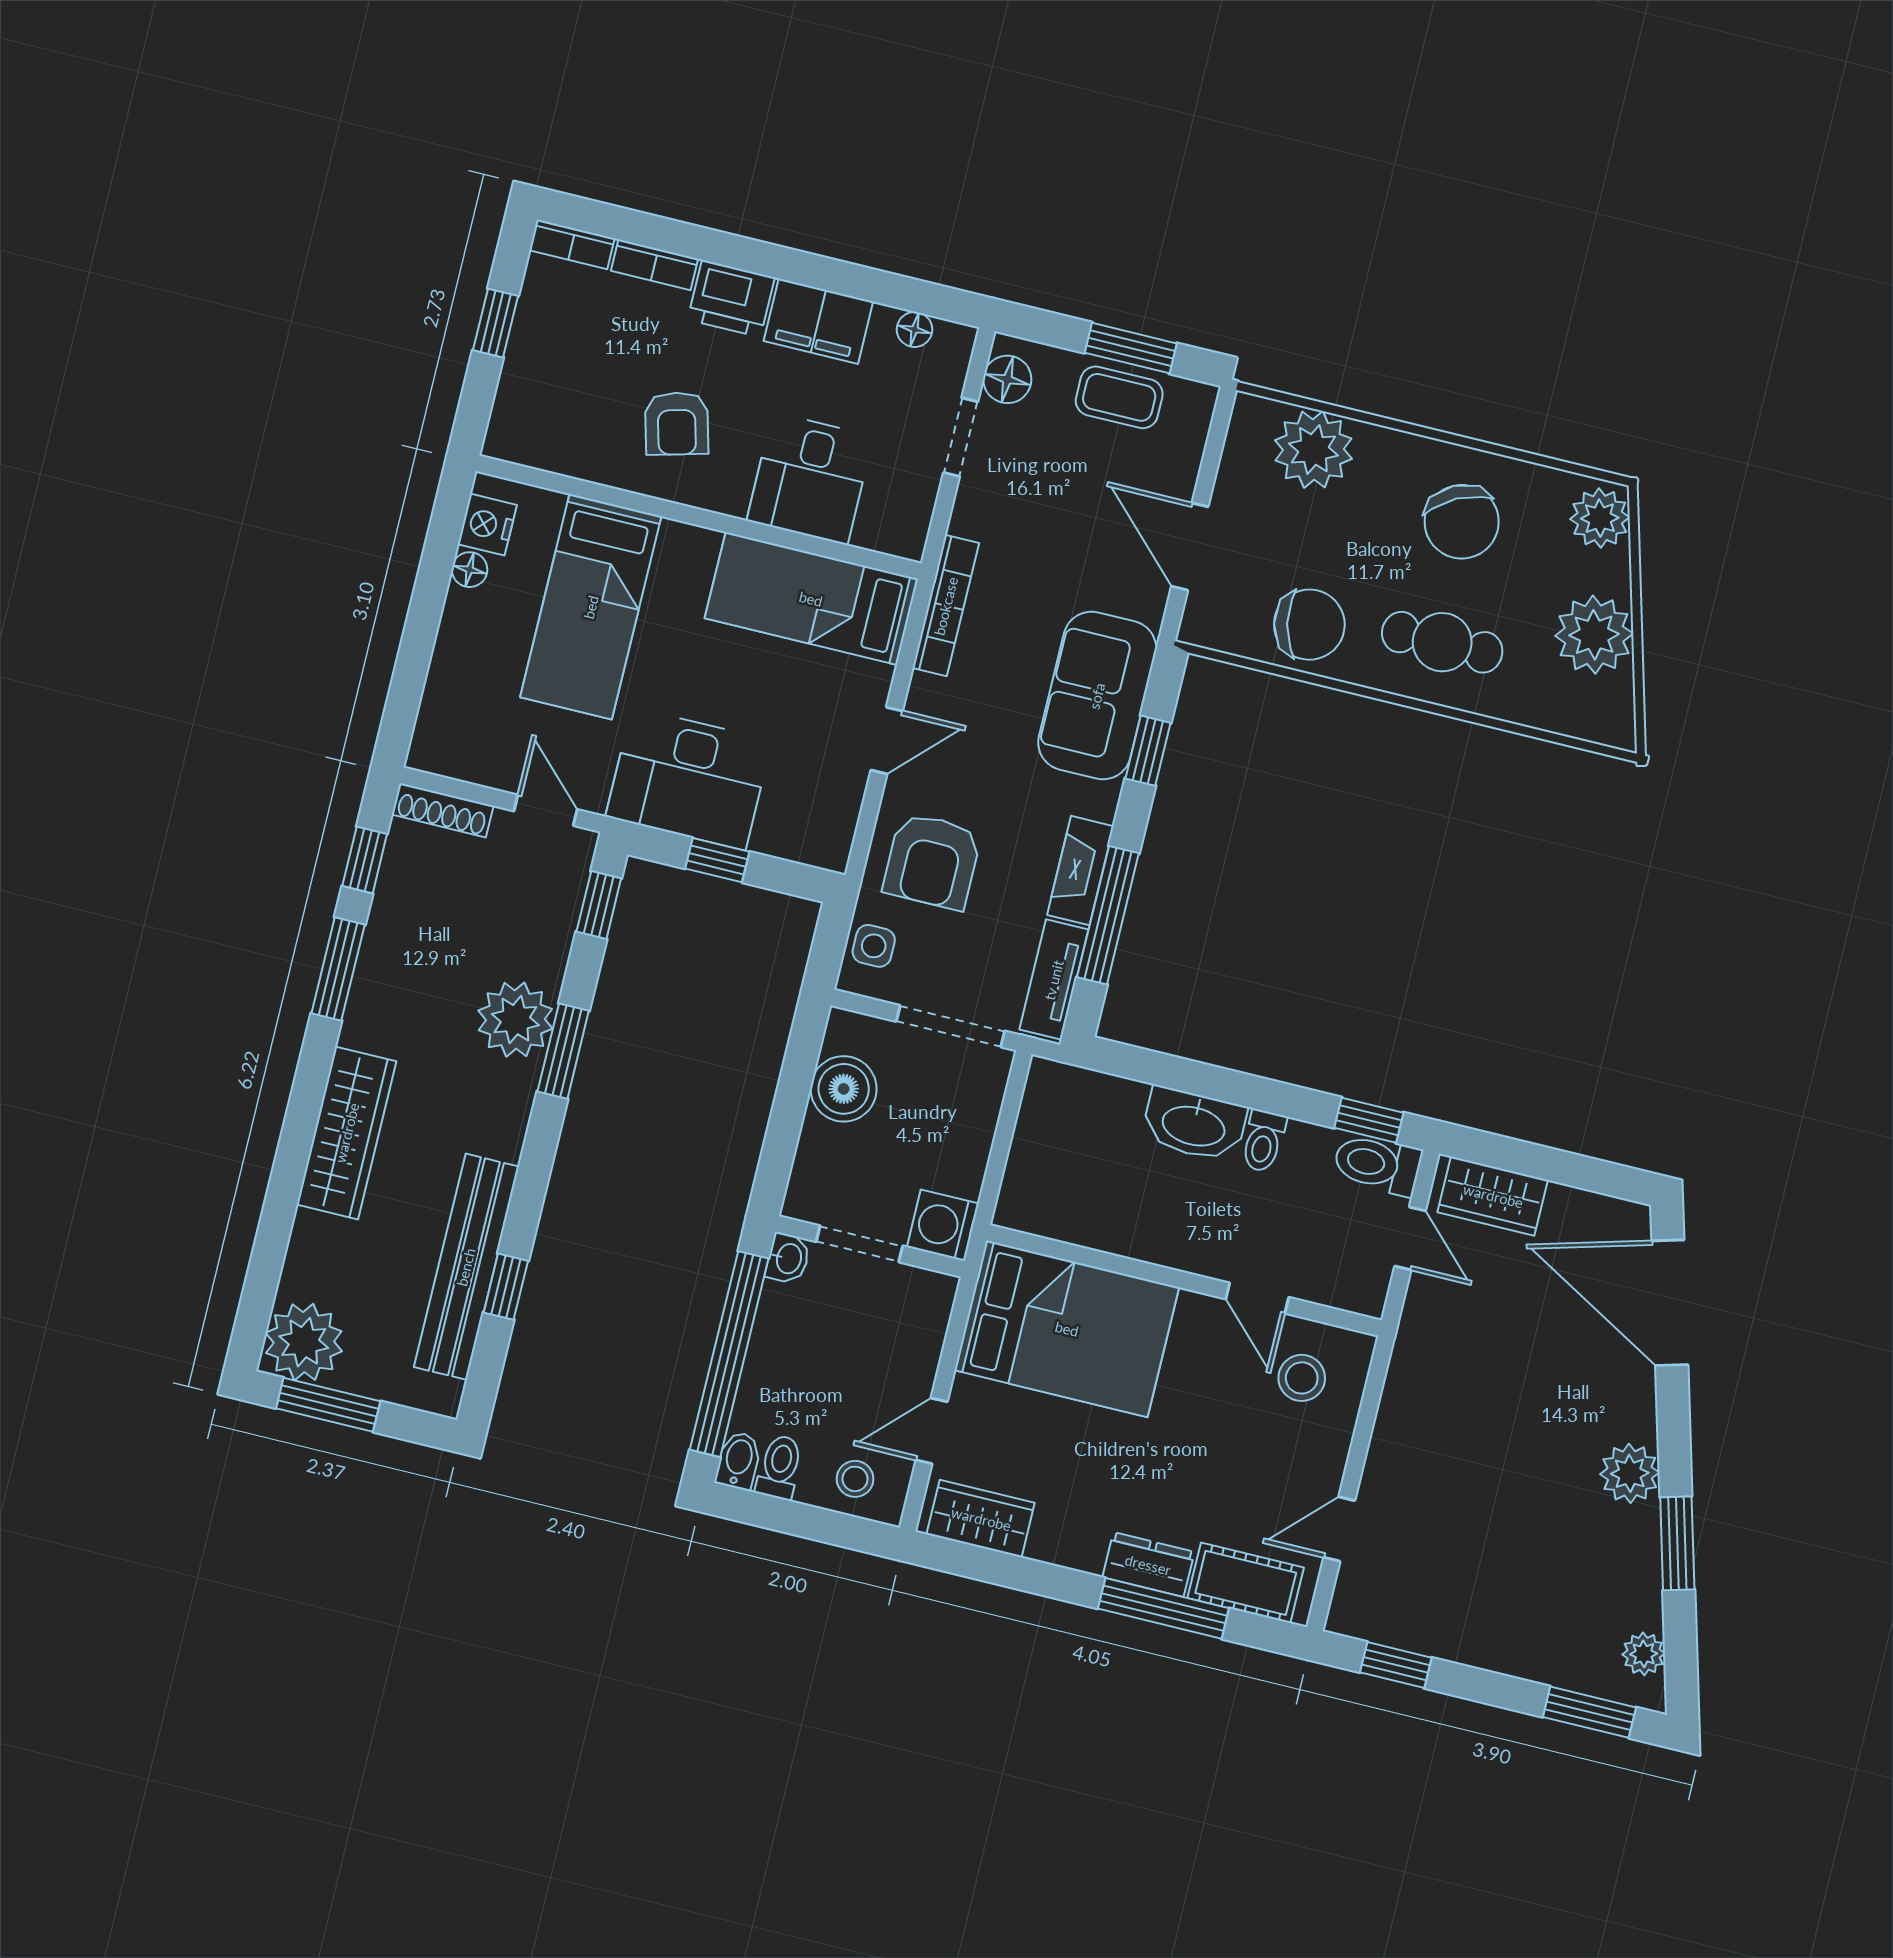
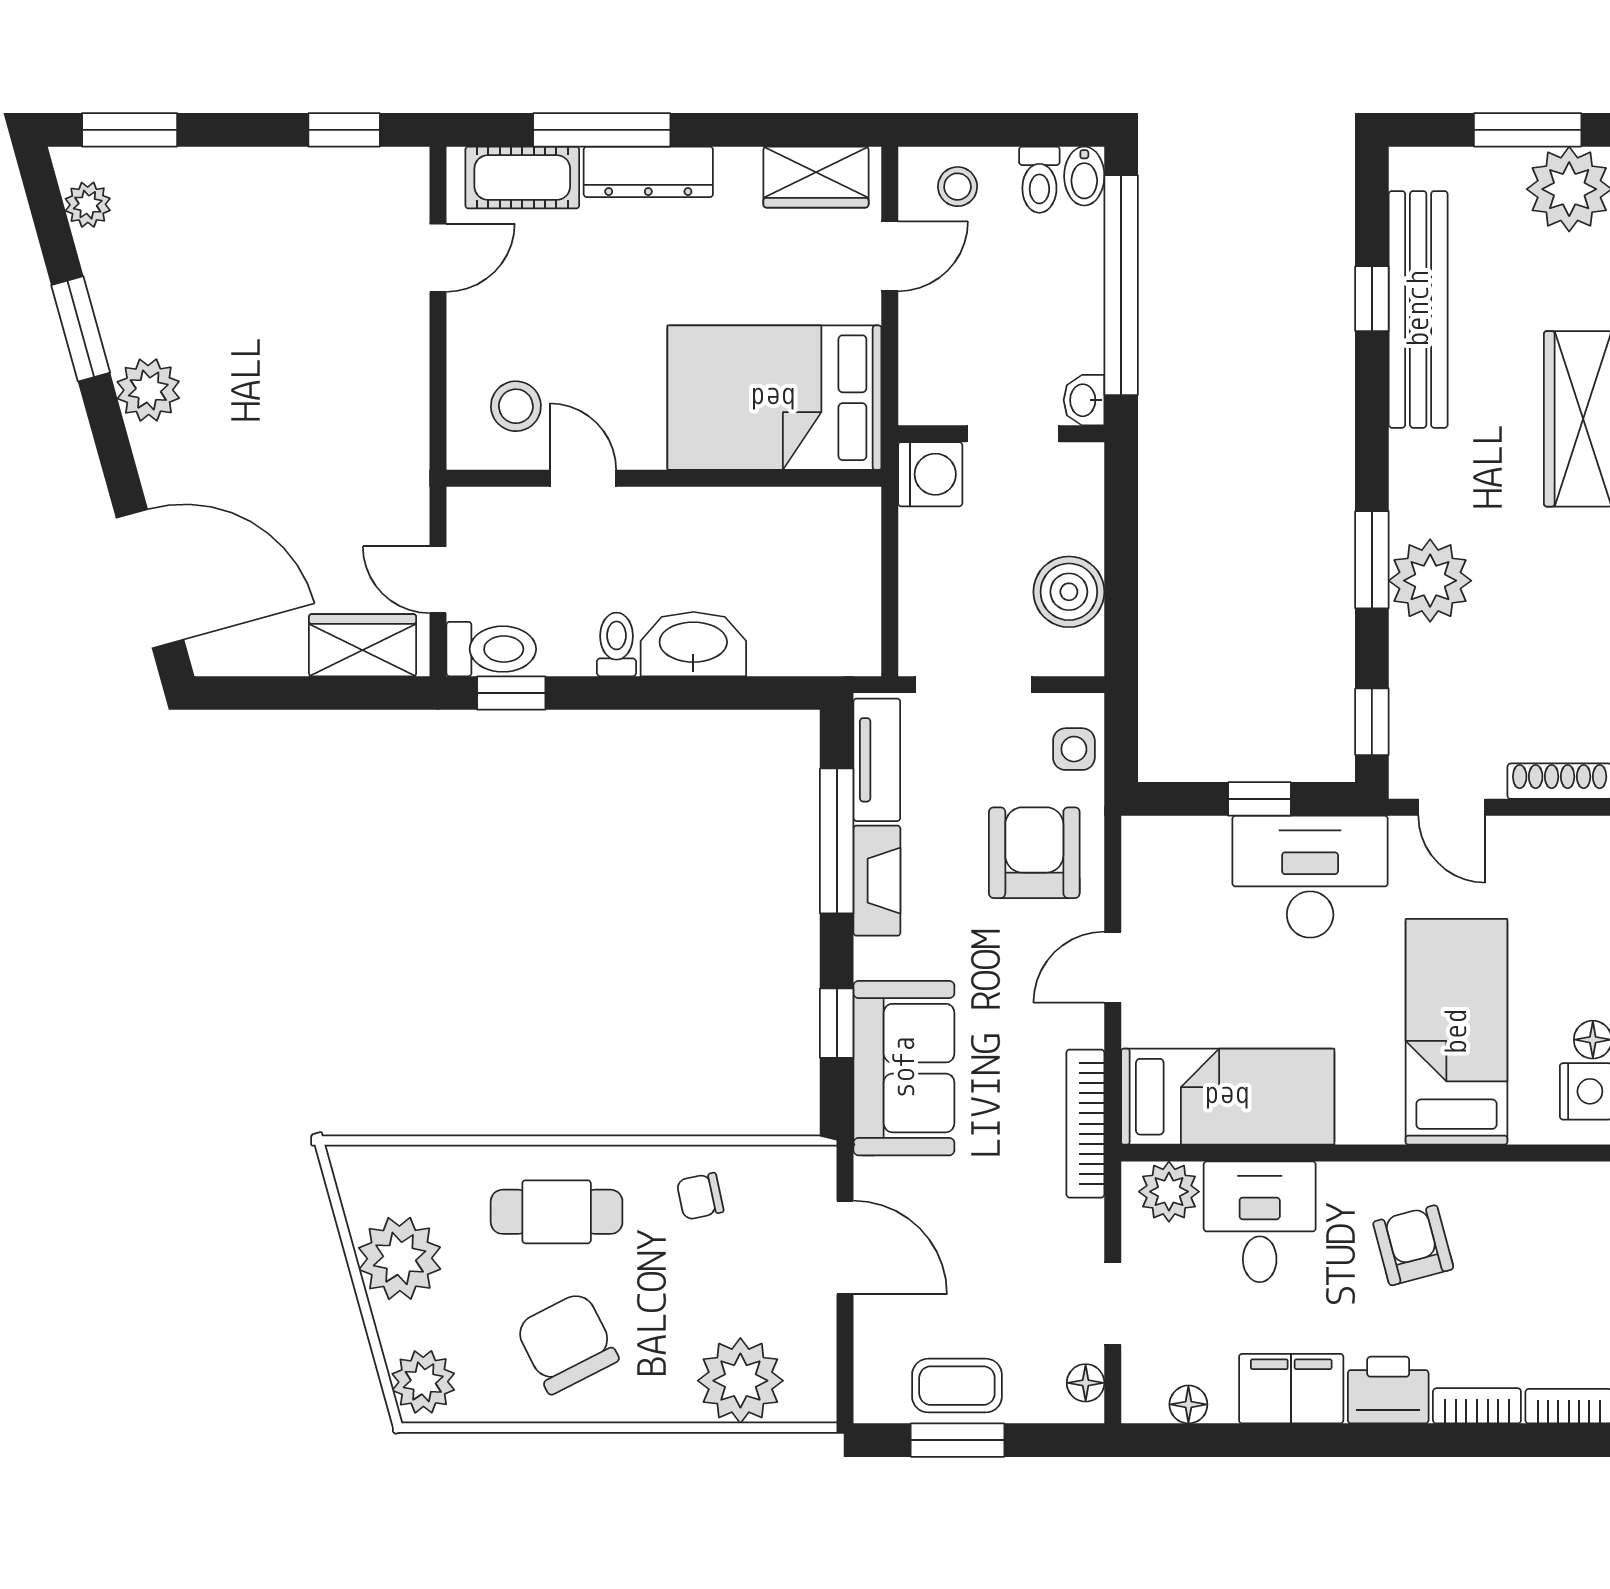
floor lamp: (1007, 379) -> (1086, 1383), width x0.73, depth x0.73
plant: (885, 526) -> (1169, 1192), added
chair: (1309, 625) -> (700, 1196), width x0.54, depth x0.54
dresser: (1148, 1565) -> (648, 172), width x1.44

